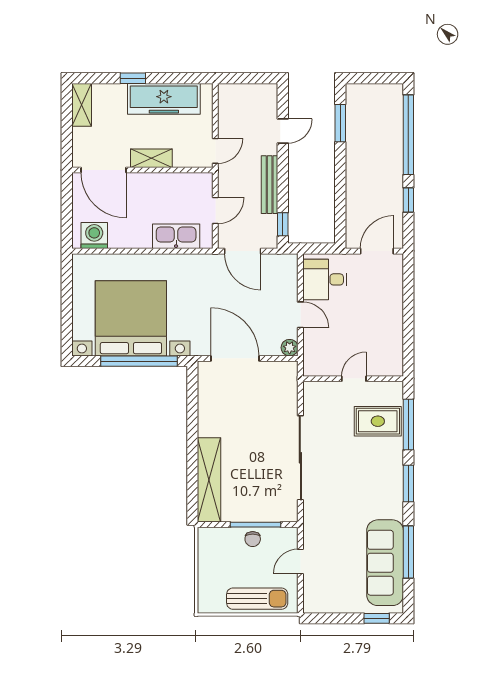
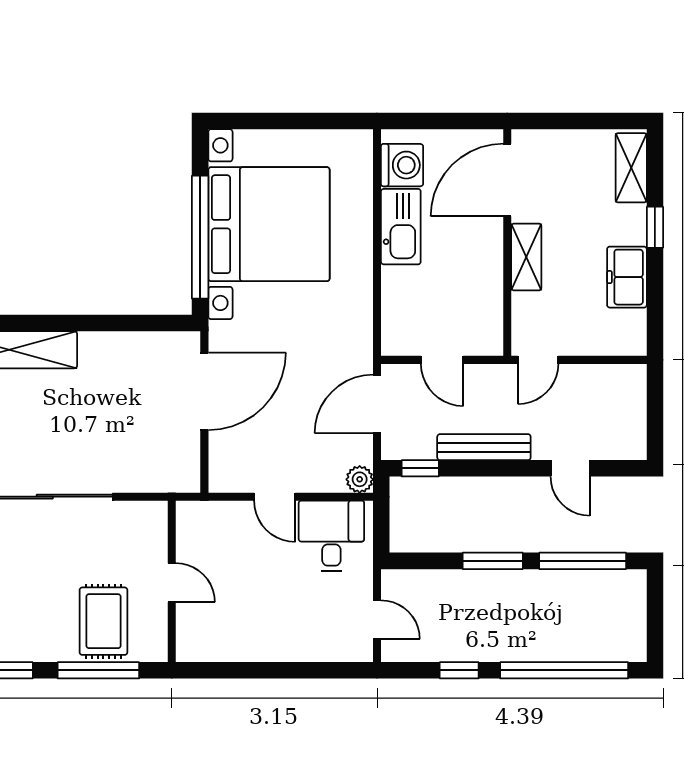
freezer: (164, 99) -> (627, 277), width x0.52, depth x0.79
shelving: (82, 105) -> (631, 168), moved, turned 90
window: (340, 123) -> (583, 561), width x1.44
door: (215, 151) -> (538, 360), hinge flipped
window: (340, 179) -> (493, 561), added
kitchen sink: (176, 236) -> (401, 227), moved
door: (377, 251) -> (377, 620), width x0.73
door: (300, 315) -> (275, 497), hinge flipped
plant: (290, 348) -> (360, 479), moved

